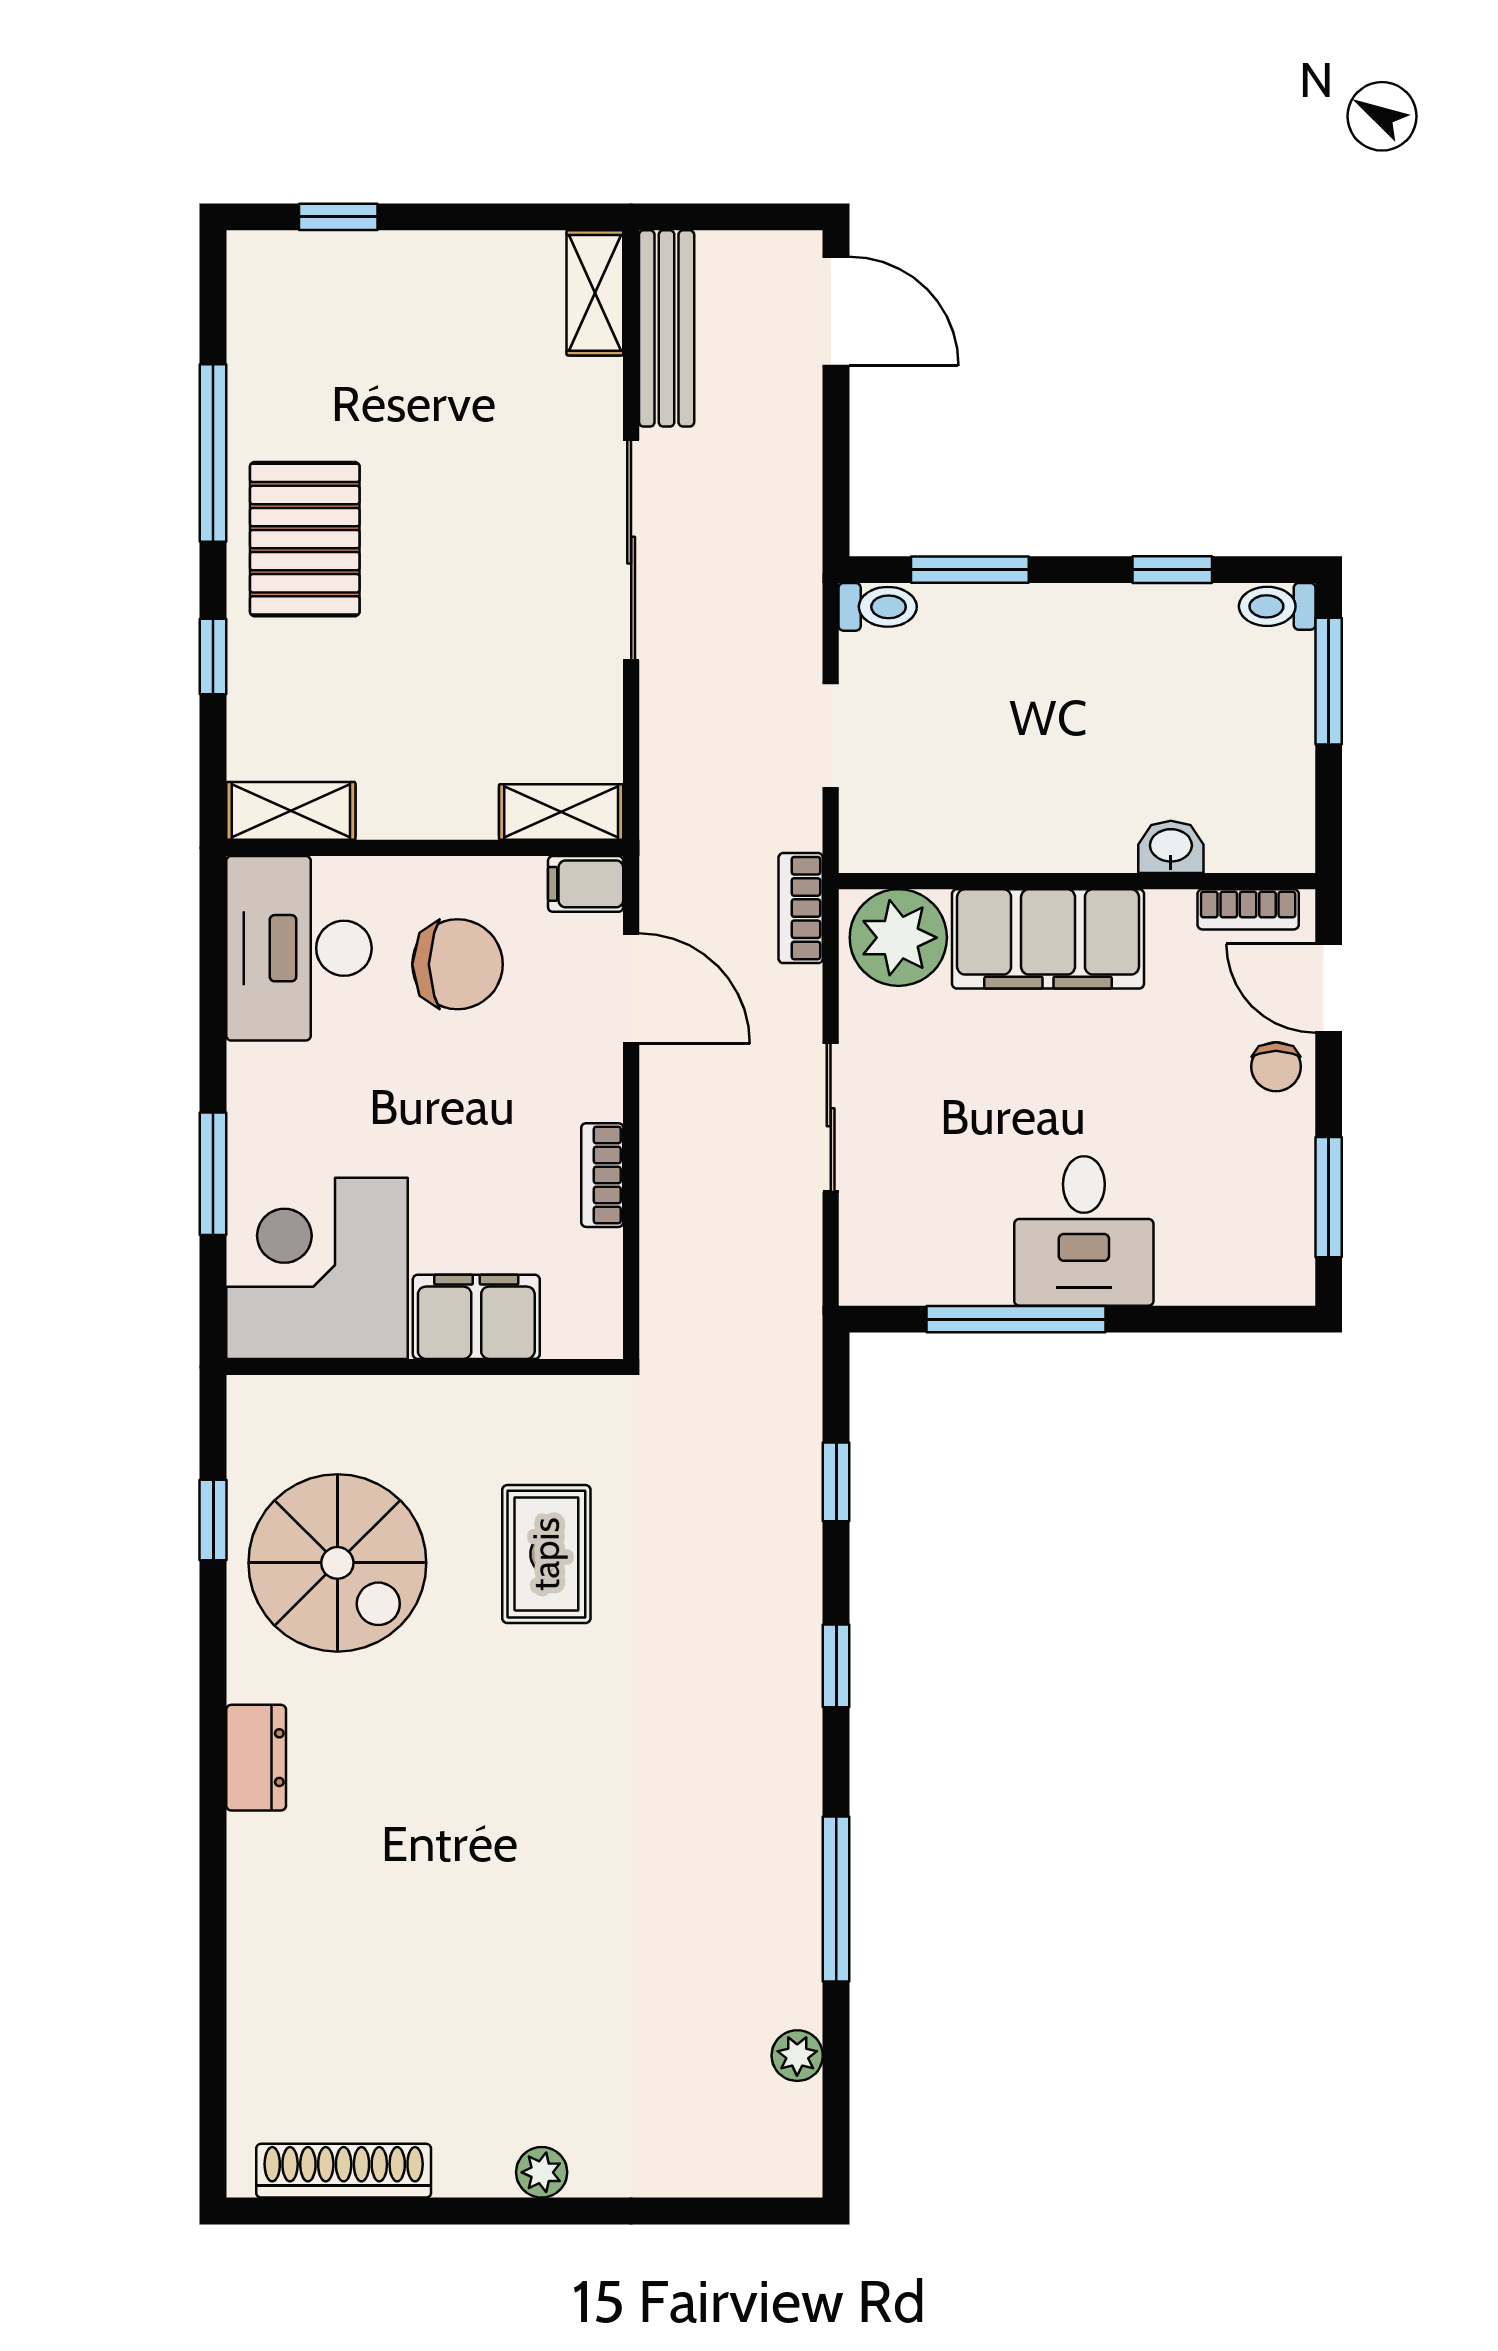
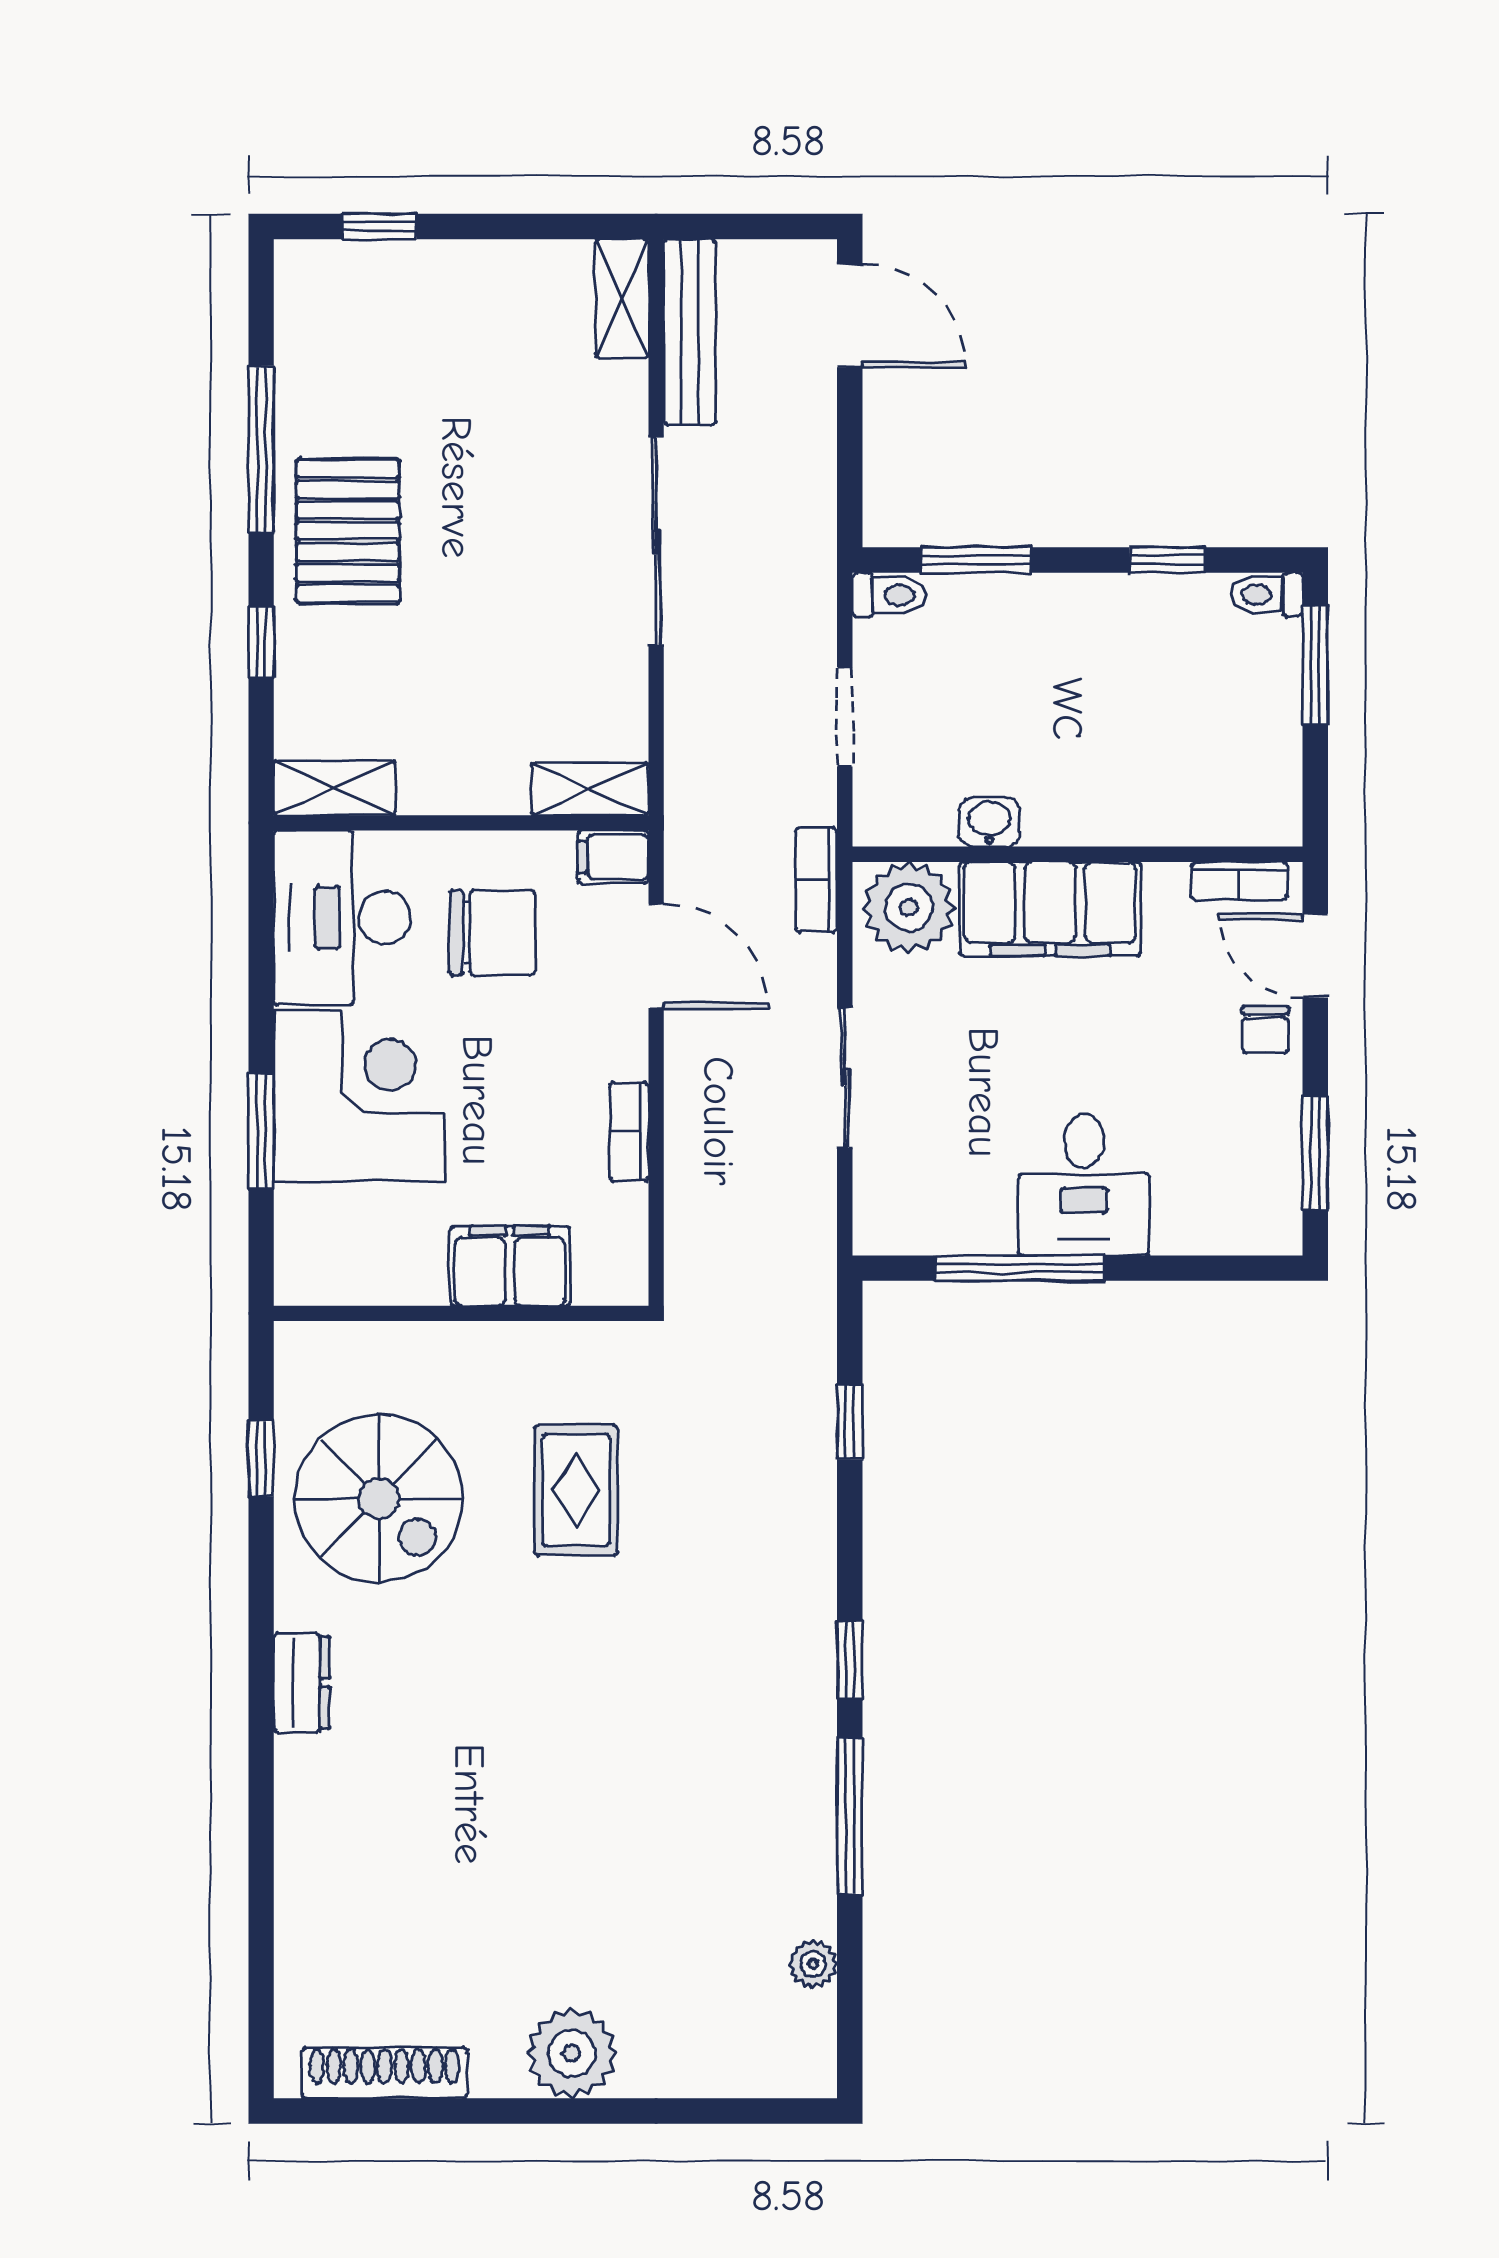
washbasin: (1171, 847) -> (989, 822), moved
corner desk: (317, 1268) -> (359, 1096), moved, turned 90
window: (836, 1666) -> (850, 1659), moved
plant: (542, 2172) -> (572, 2053), width x1.88, depth x1.88

